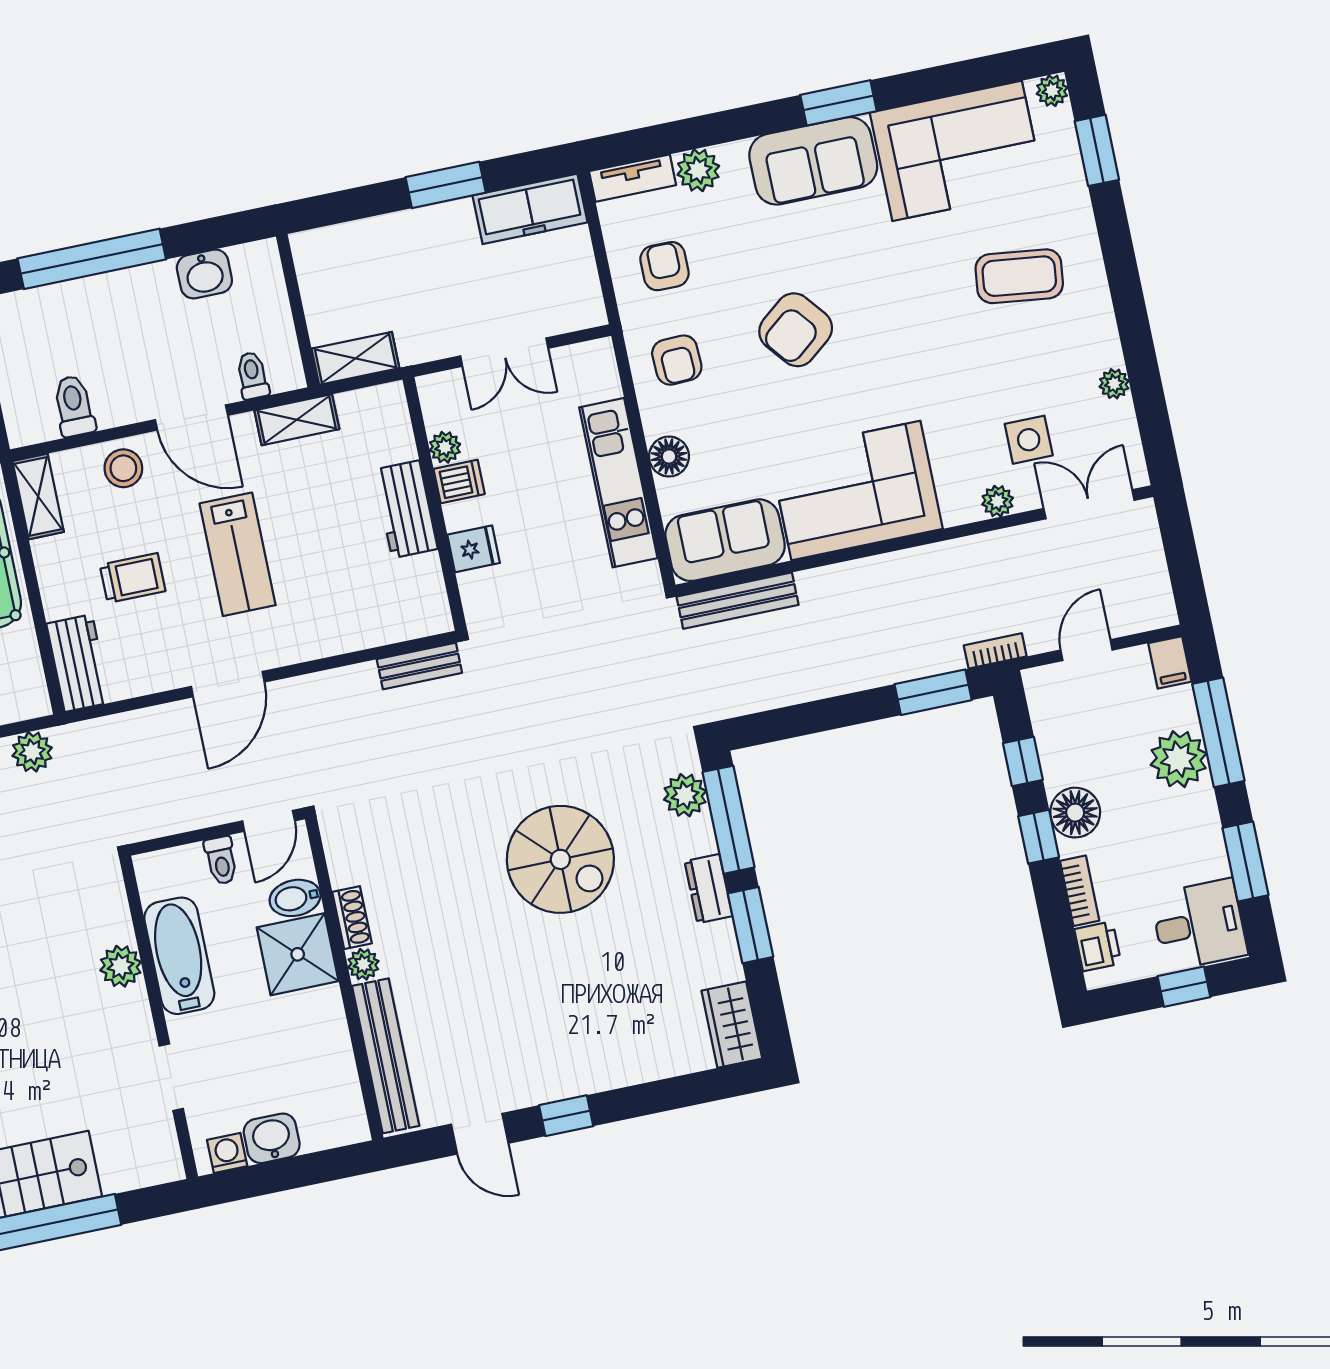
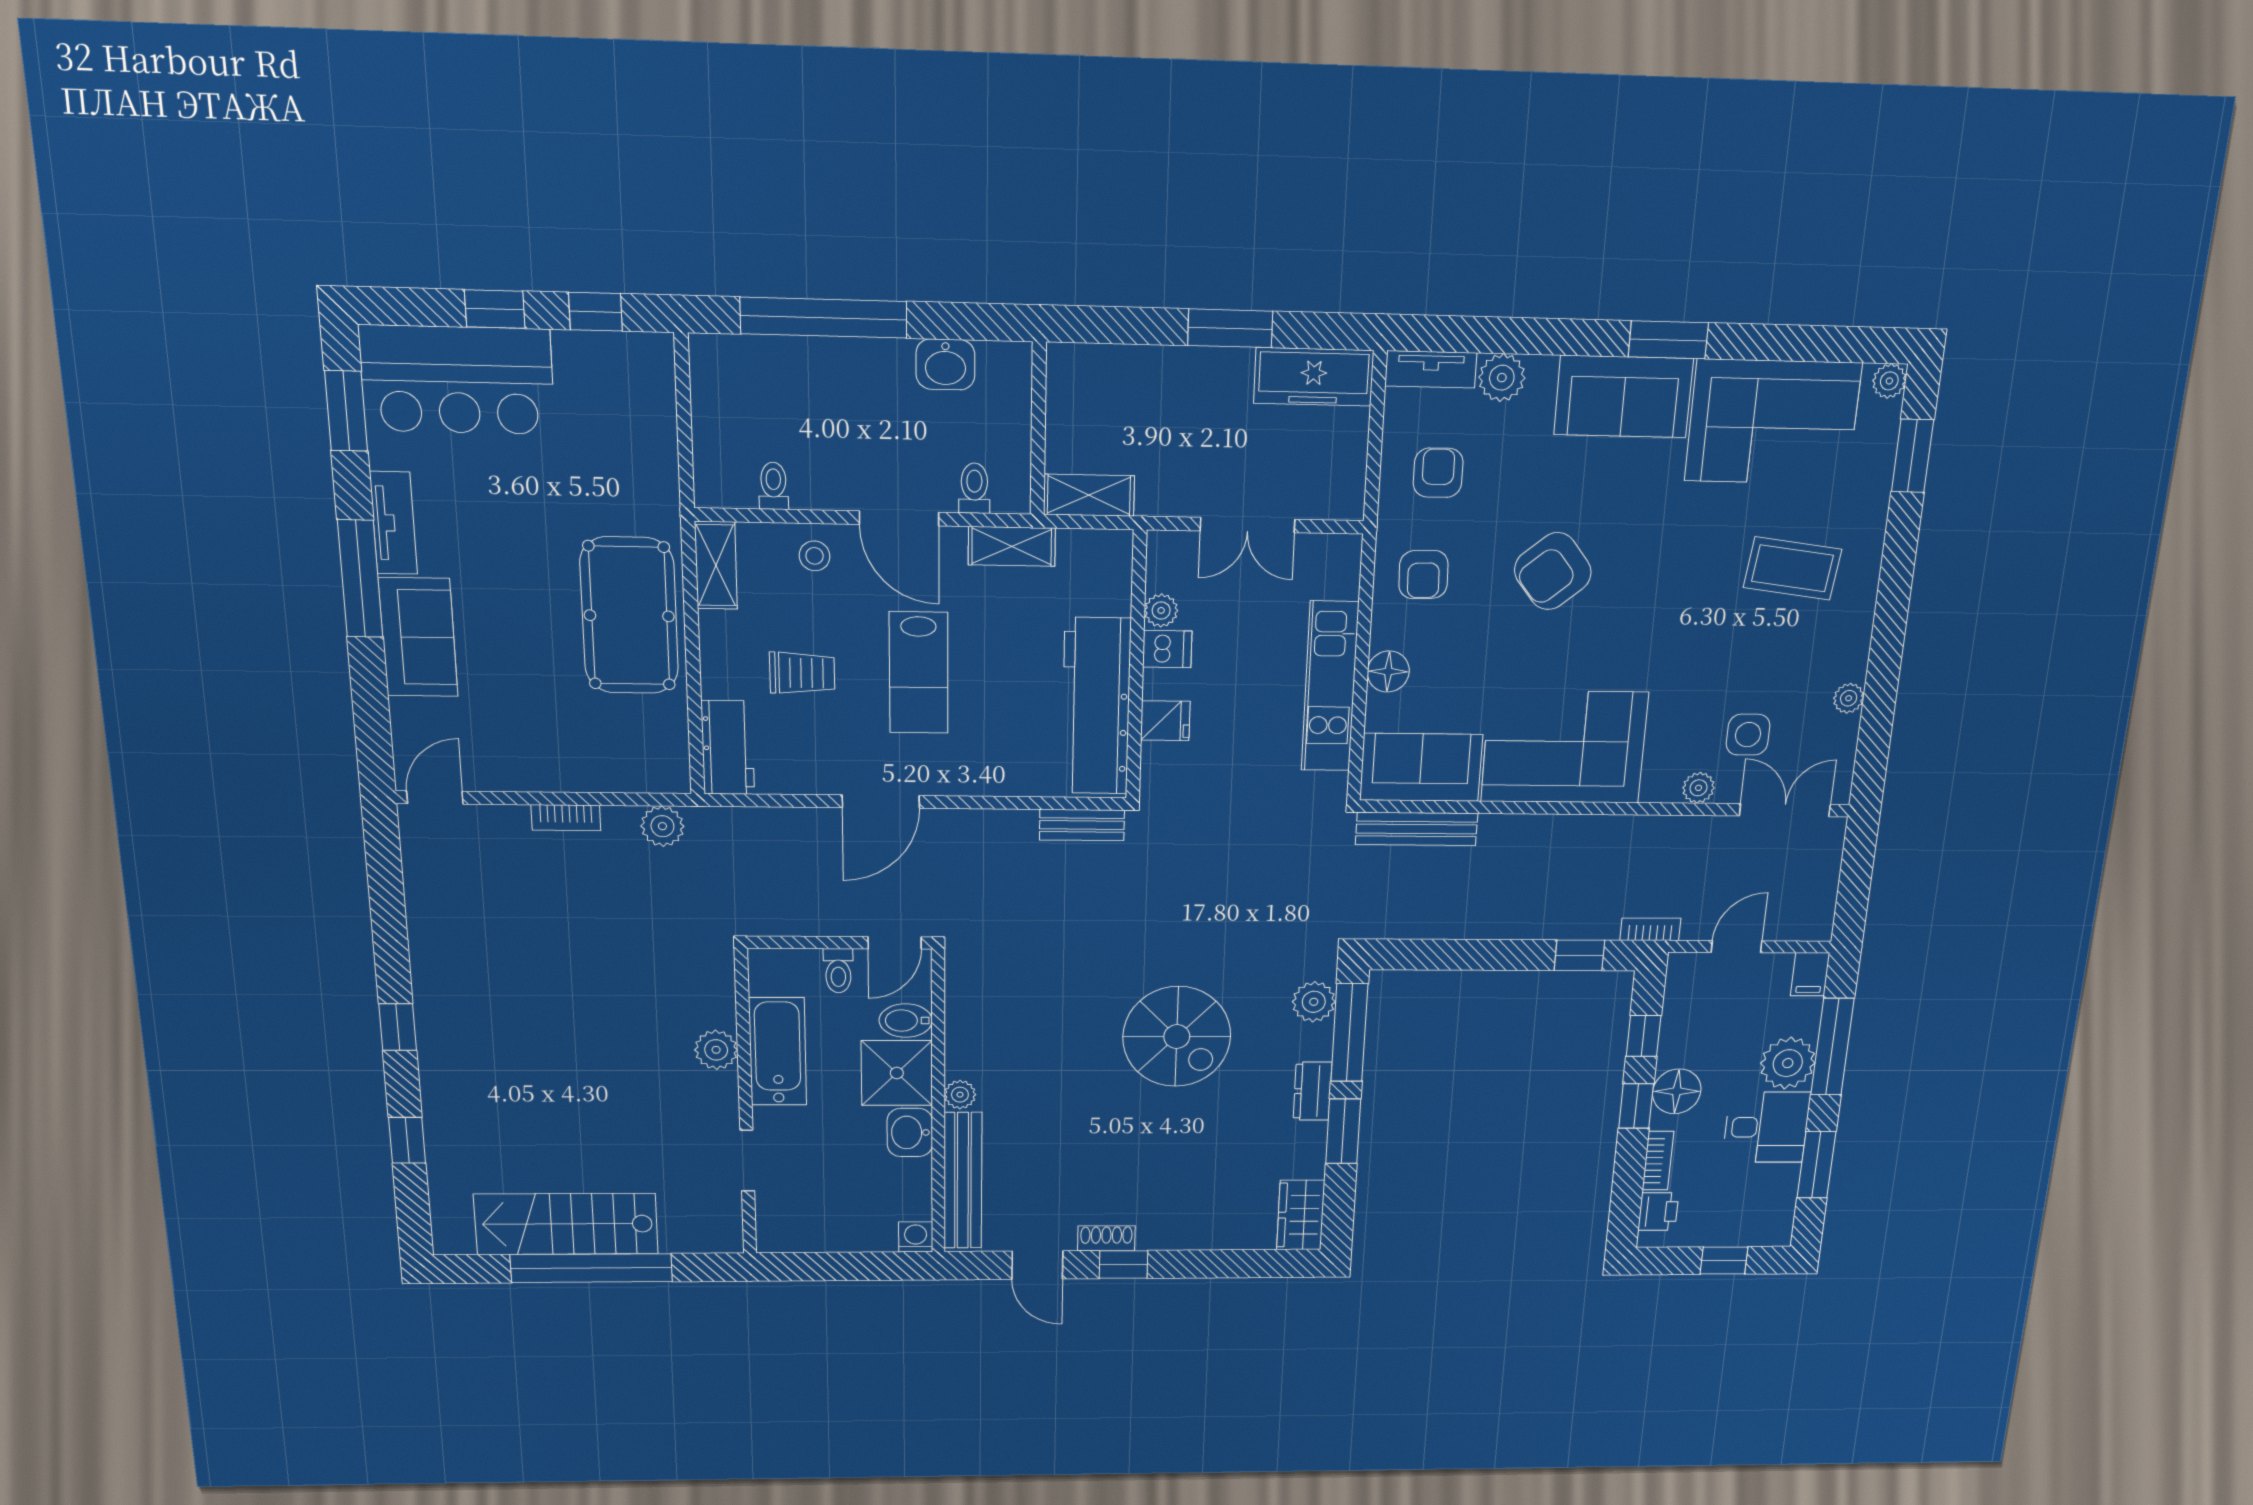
toilet: (74, 406) -> (773, 486), width x0.73, depth x0.72
stool: (123, 468) -> (815, 556), width x0.73, depth x0.73
workbench: (406, 509) -> (1096, 706), width x1.88, depth x1.32
window: (933, 692) -> (1579, 955), width x0.67
shoe rack: (352, 918) -> (1106, 1238), moved, turned -90
desk: (1199, 925) -> (1766, 1127), moved
washbasin: (272, 1138) -> (910, 1132), moved, turned -90
washing machine: (227, 1153) -> (916, 1237), moved

